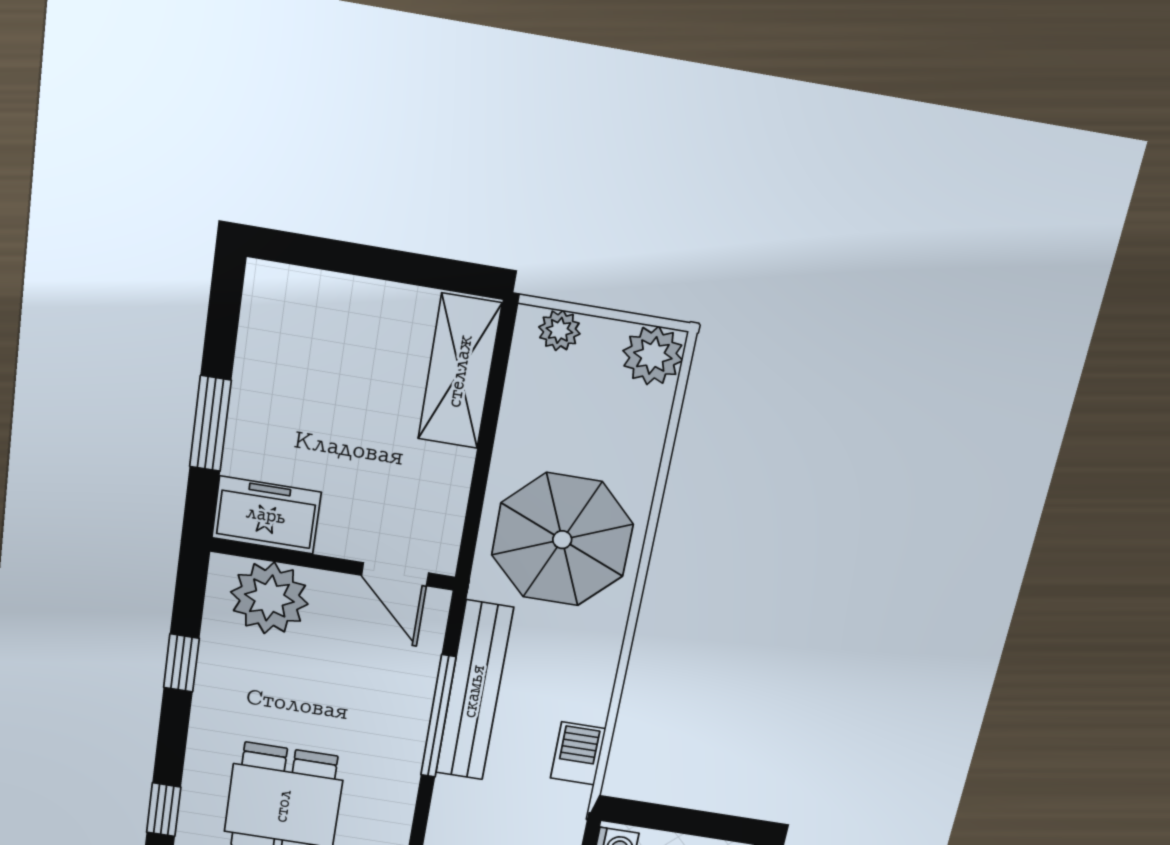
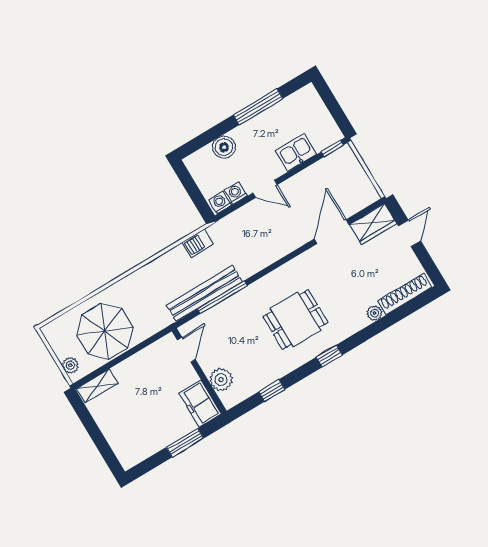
plant: (653, 356) -> (55, 332), removed
shelving: (460, 371) -> (97, 386), width x0.67, depth x0.75
parasol: (562, 540) -> (105, 331), moved
plant: (269, 598) -> (221, 380), width x0.73, depth x0.73

